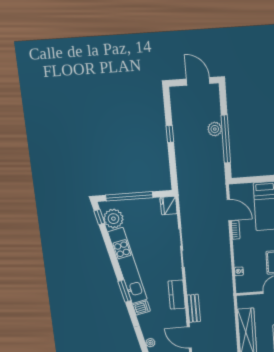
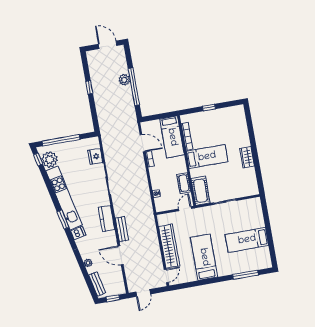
fridge: (169, 206) -> (95, 156), moved

